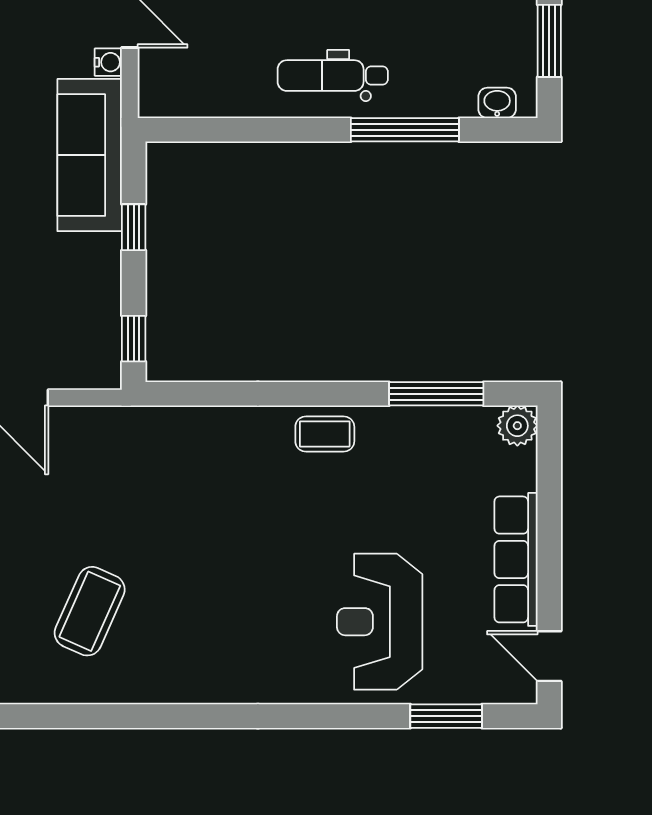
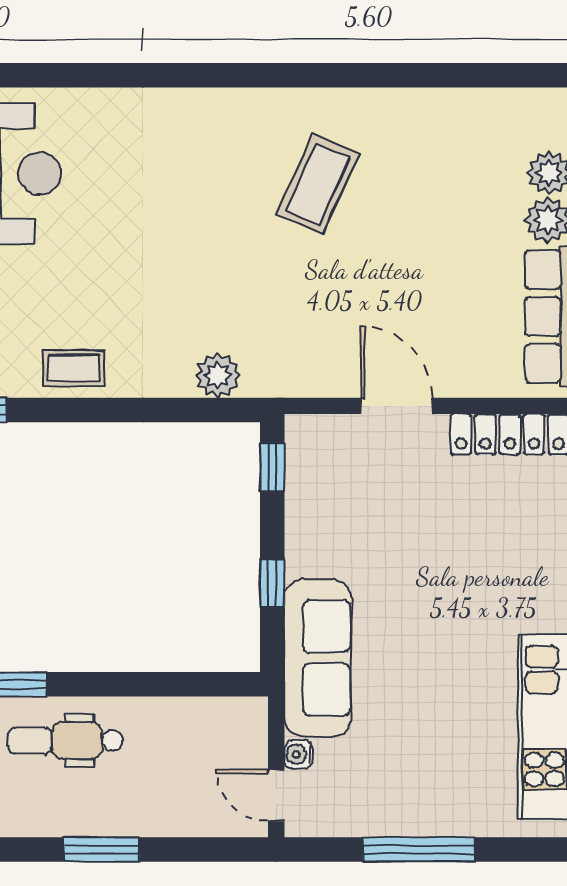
dental chair: (333, 76) -> (65, 741), turned 180
plant: (186, 427) -> (218, 376), added

